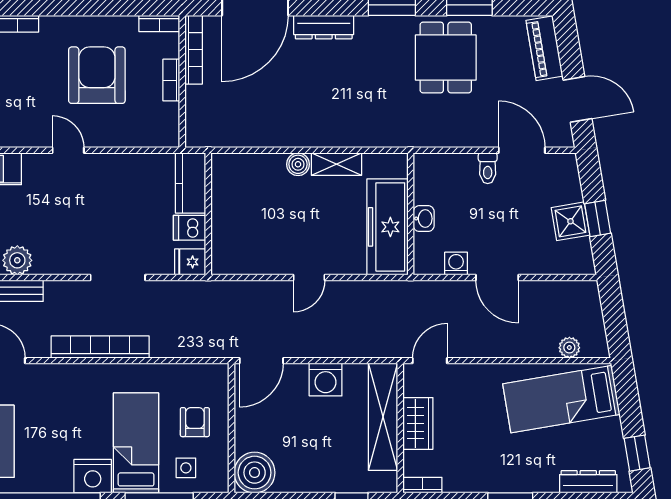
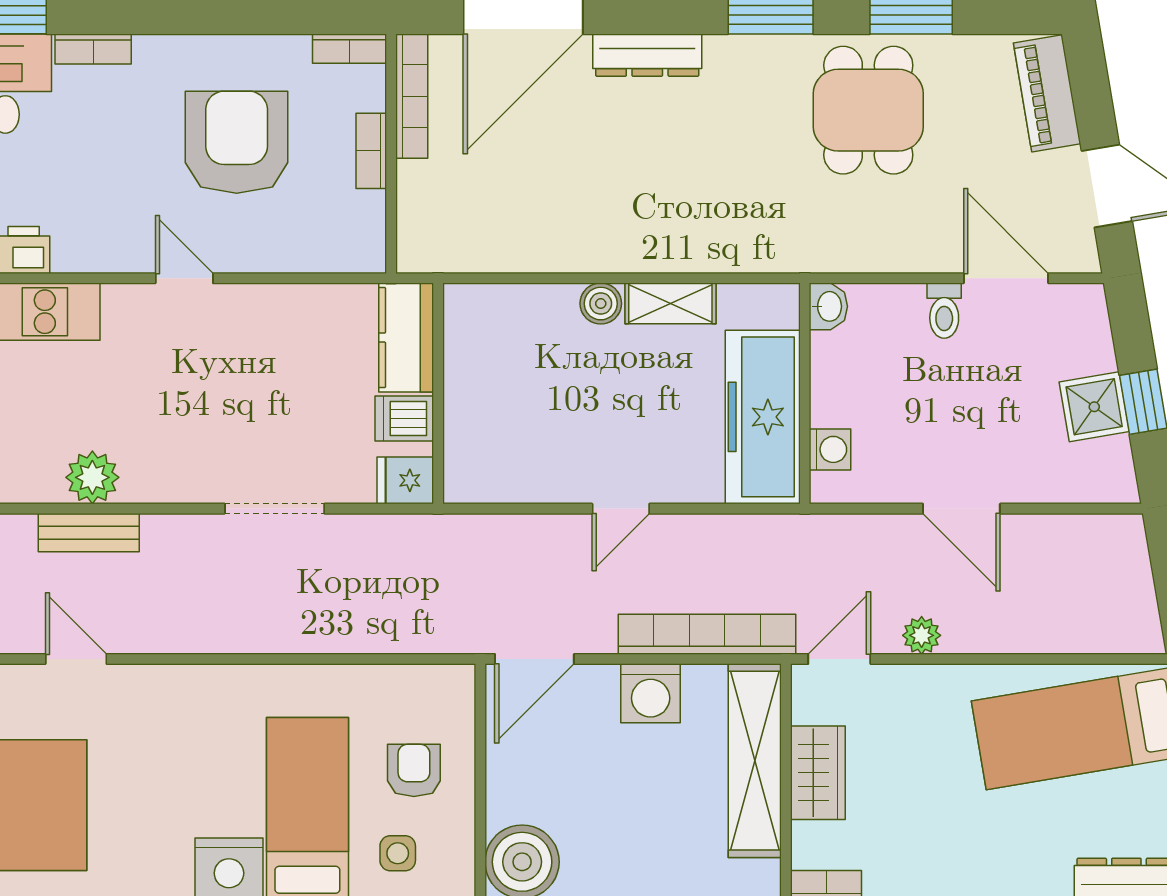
washbasin: (424, 219) -> (828, 306), moved
washing machine: (456, 264) -> (830, 449), moved, turned 90
bookcase: (100, 347) -> (707, 634), moved
plant: (569, 348) -> (922, 635), moved

